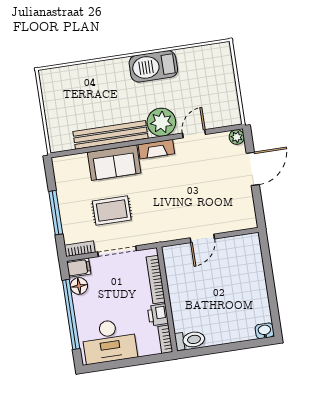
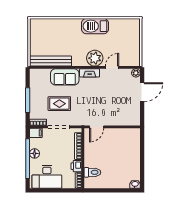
bench: (110, 135) -> (51, 61), moved
door: (202, 238) -> (97, 127), moved
floor lamp: (79, 286) -> (35, 153), moved
toilet: (190, 340) -> (92, 172), moved

